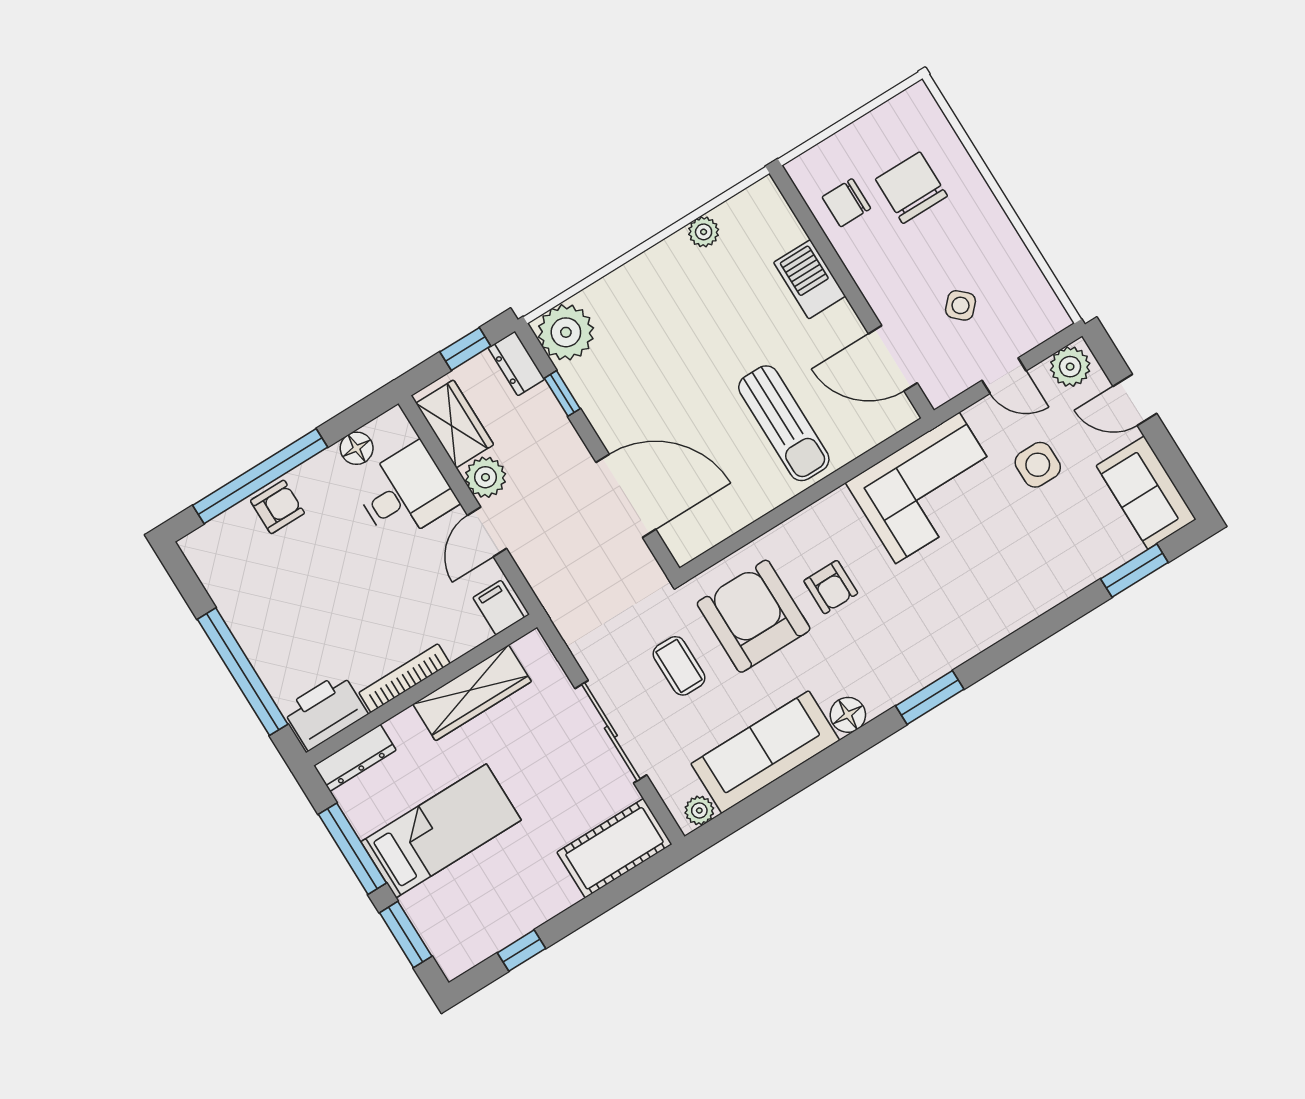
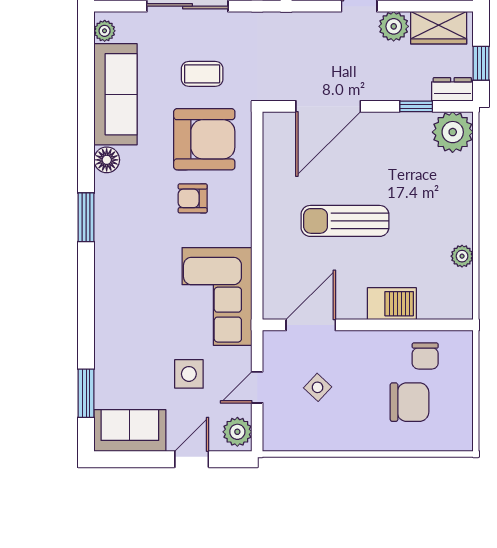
chair: (846, 203) -> (425, 356), turned 180
sun lounger: (784, 423) -> (345, 221), moved

